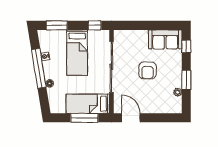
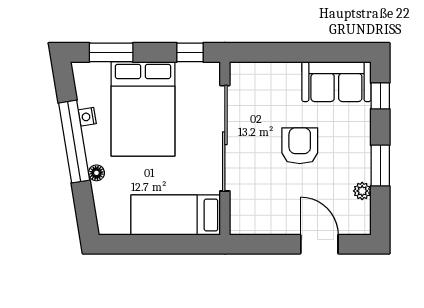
bed: (77, 53) -> (143, 109), width x1.50
armchair: (148, 70) -> (300, 146), turned 180
window: (84, 118) -> (169, 244), removed
door: (131, 118) -> (319, 244), moved

